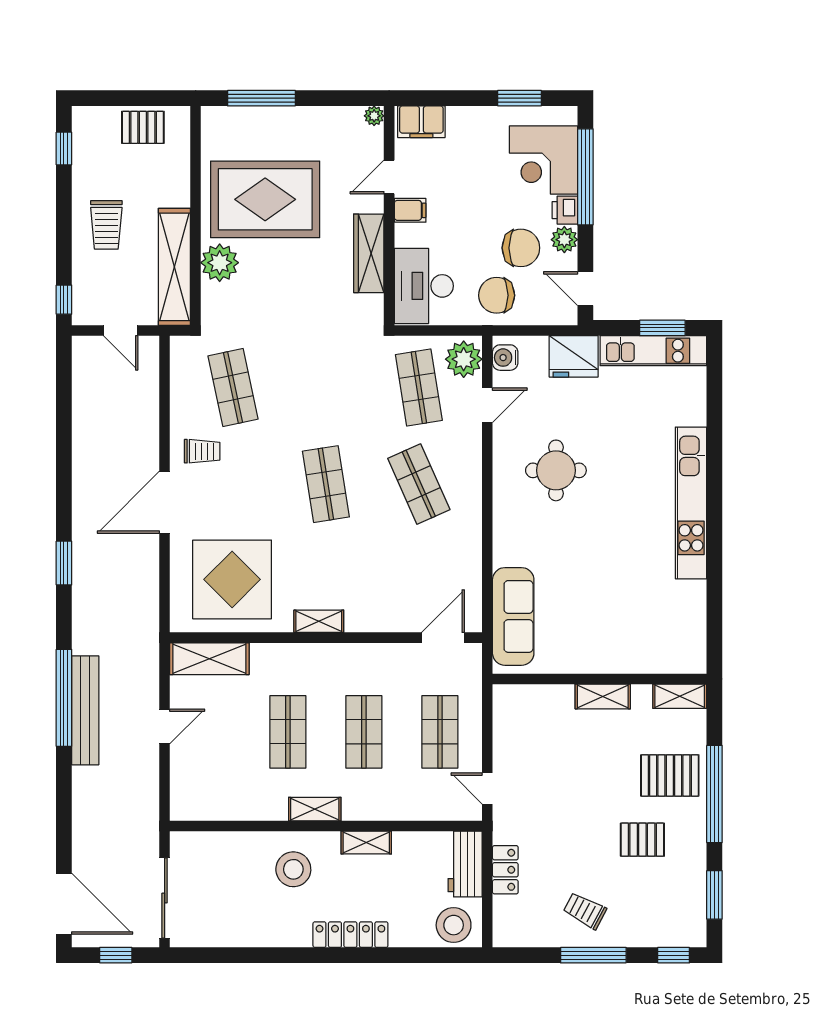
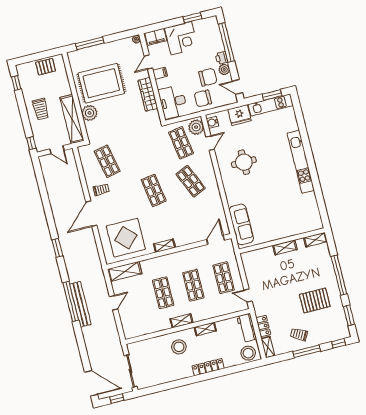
corner desk: (544, 160) -> (181, 38), moved, turned -90
pallet: (670, 775) -> (319, 272), removed
pallet: (642, 840) -> (315, 300), width x1.50, depth x1.42
shelving: (504, 922) -> (268, 347), added

